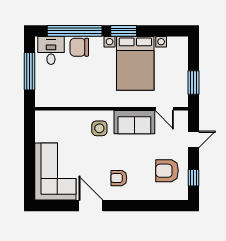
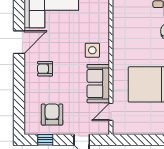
window: (194, 82) -> (136, 140), removed
armchair: (119, 178) -> (45, 69), turned -90

